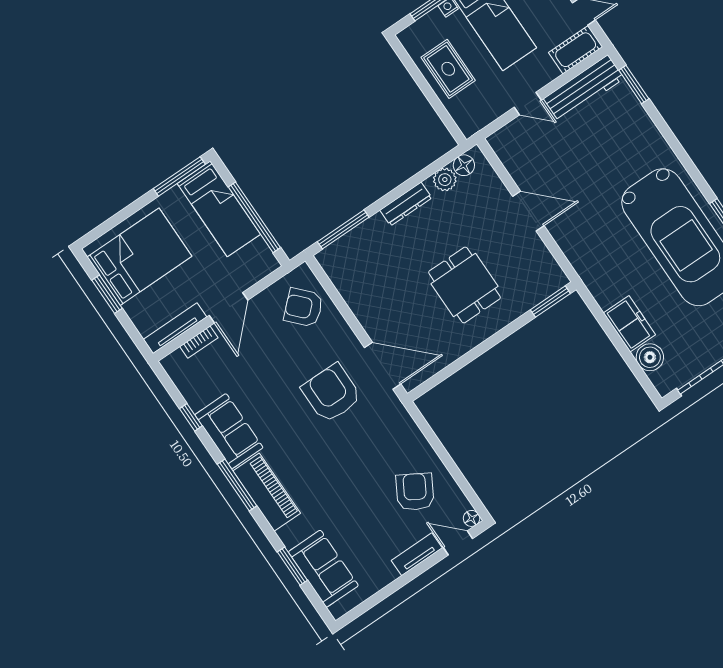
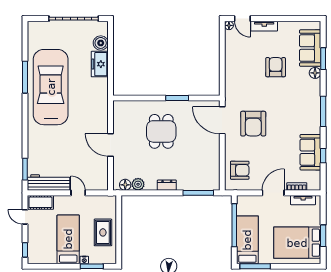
dresser: (406, 204) -> (167, 185), width x0.70
window: (550, 302) -> (177, 98), moved
armchair: (303, 308) -> (240, 170), turned -47
tv unit: (175, 328) -> (303, 200), width x0.71
sofa: (229, 431) -> (310, 152), moved
piano: (267, 492) -> (312, 99), removed
armchair: (415, 492) -> (276, 67), moved, turned 150
floor lamp: (290, 536) -> (315, 73), added

